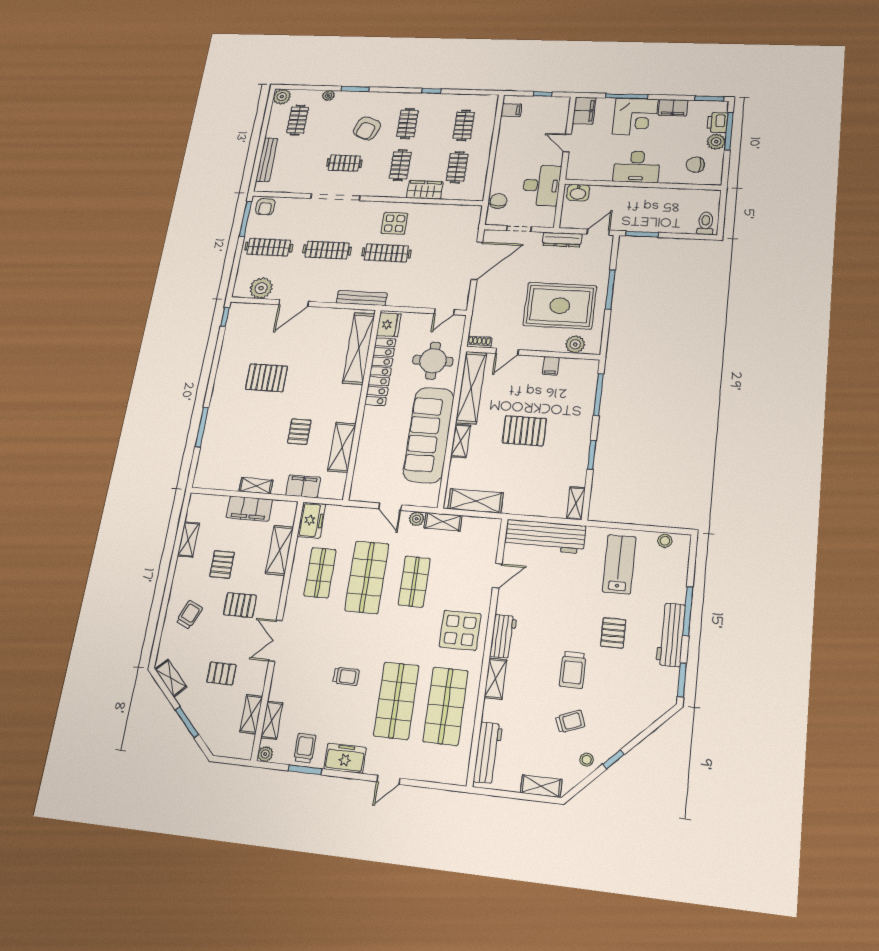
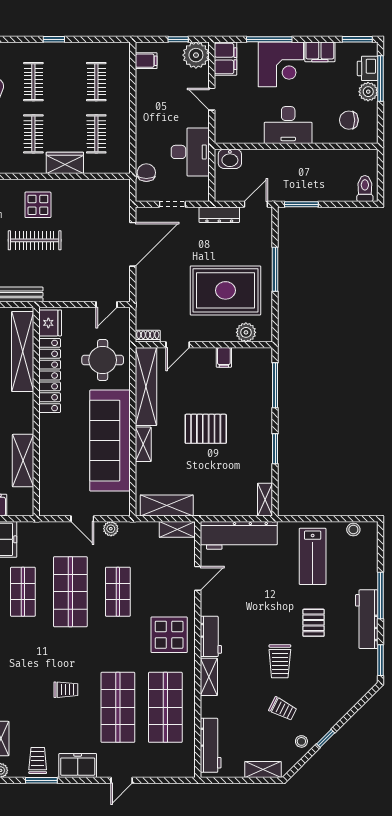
plant: (557, 107) -> (196, 55), added
shelving: (443, 522) -> (177, 529), moved
lab bench: (619, 564) -> (313, 556), turned 180
trolley: (570, 722) -> (283, 709), turned 49

